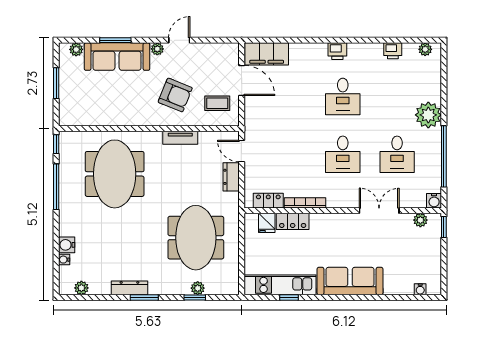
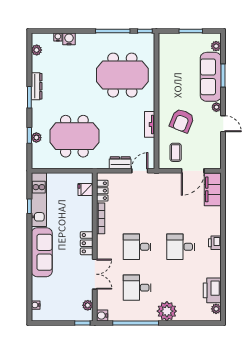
printer: (393, 51) -> (212, 290), width x1.87, depth x1.48
locker: (293, 221) -> (87, 243), moved

